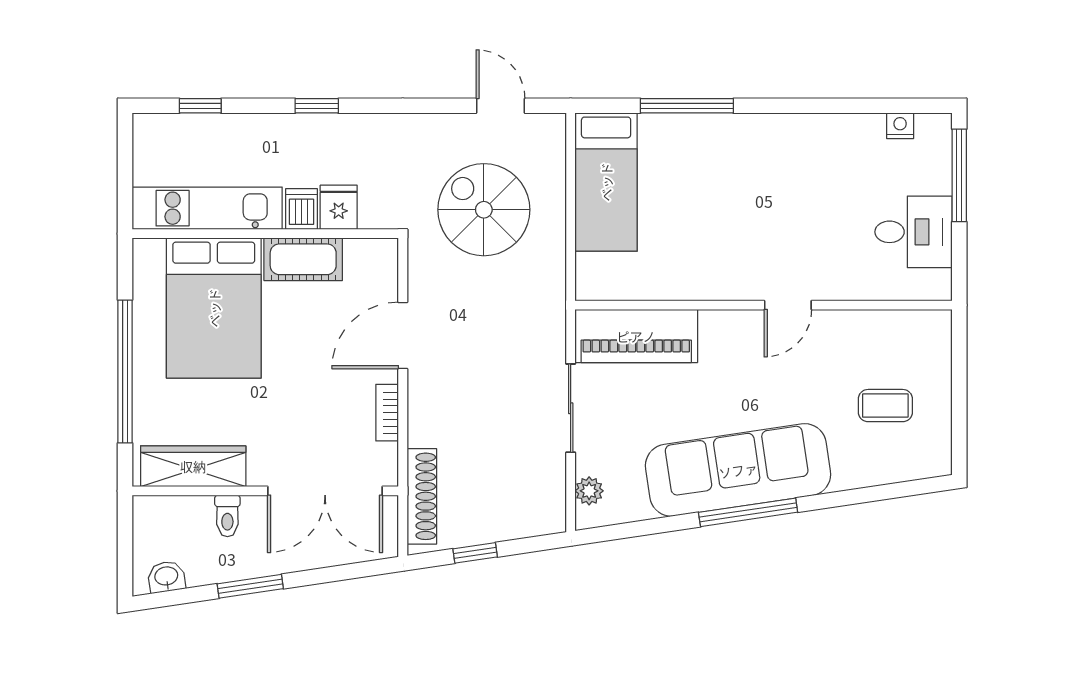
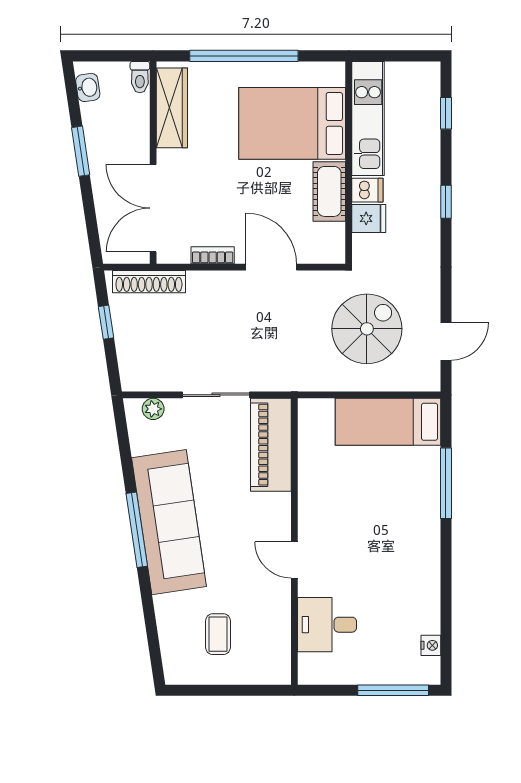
desk: (913, 232) -> (327, 625), moved, turned 90
toilet: (227, 516) -> (140, 77), moved, turned -90

